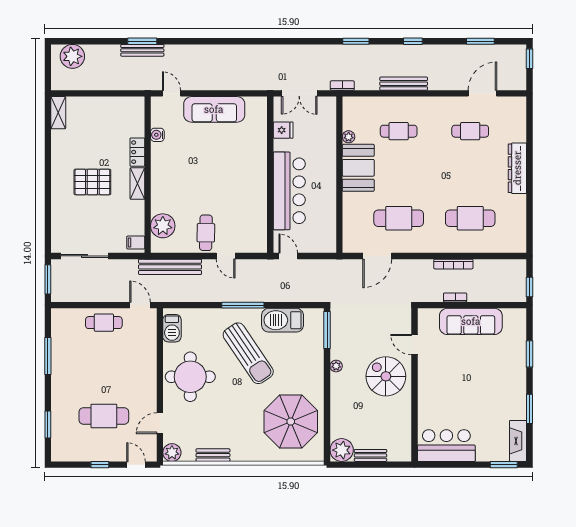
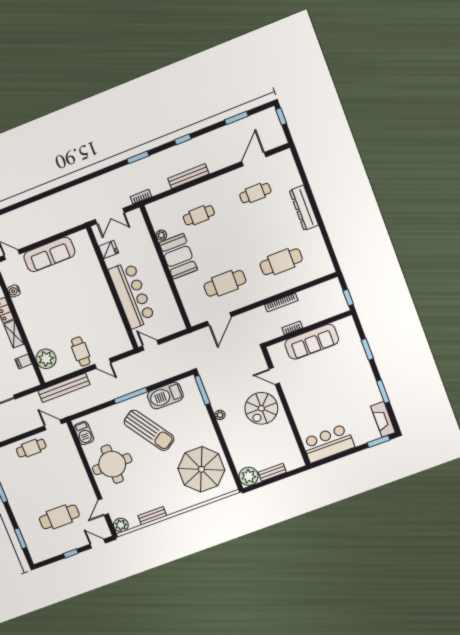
filing cabinet: (136, 243) -> (23, 361), moved
spiral stairs: (386, 376) -> (261, 408), turned -90

